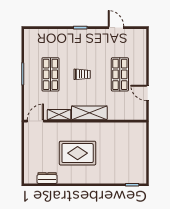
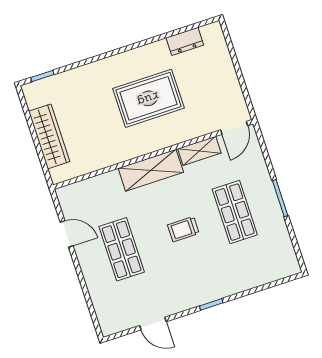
wardrobe: (139, 150) -> (49, 136), added

